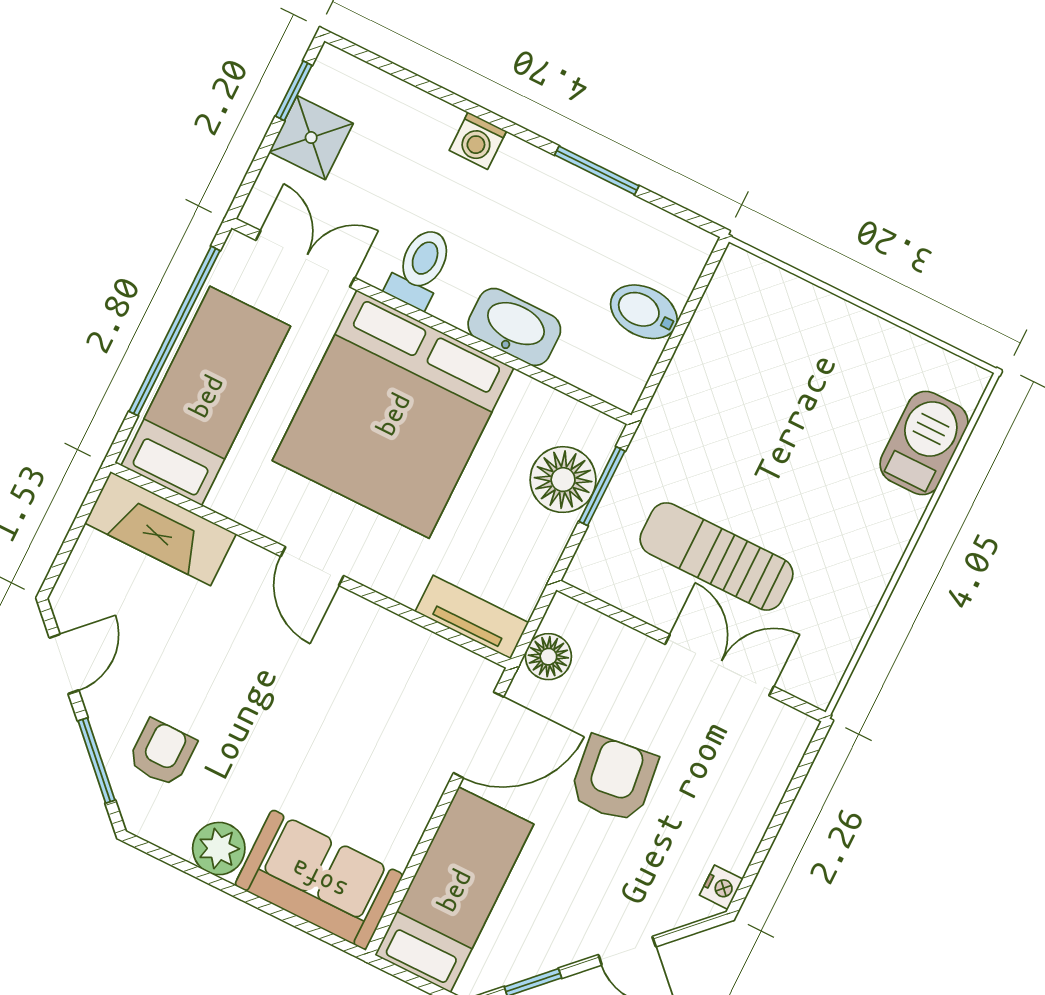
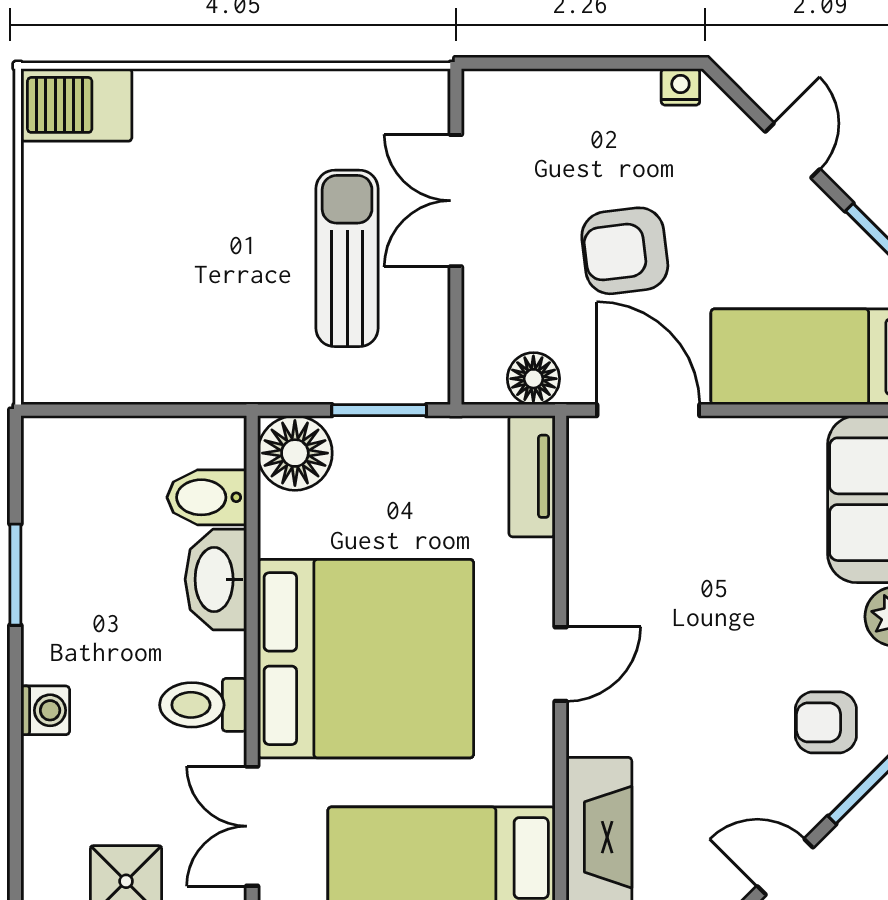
bidet: (644, 312) -> (207, 497), moved, turned 90
barbecue: (924, 443) -> (76, 105), moved
floor lamp: (563, 480) -> (295, 453), moved
window: (602, 486) -> (379, 410), moved
sun lounger: (717, 556) -> (347, 258), turned 180

